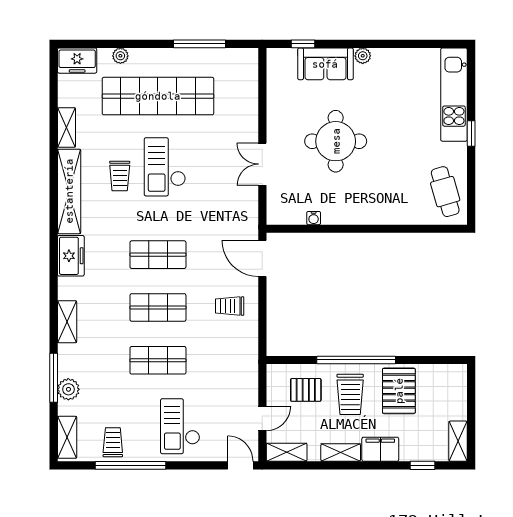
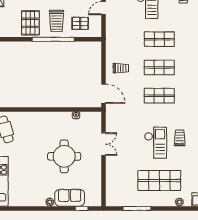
shop shelf: (158, 96) -> (159, 181), width x0.71
trolley: (350, 394) -> (56, 21), turned 180

